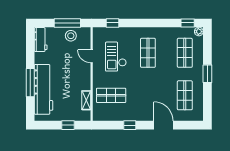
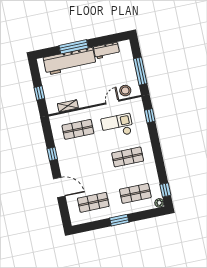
stool: (71, 36) -> (125, 91), moved
workbench: (41, 40) -> (106, 51), moved
shop shelf: (111, 95) -> (78, 129), turned 90
door: (163, 125) -> (59, 187), hinge flipped

